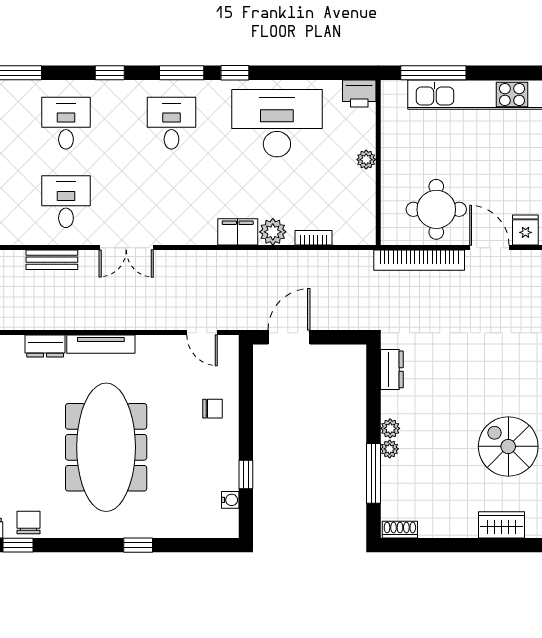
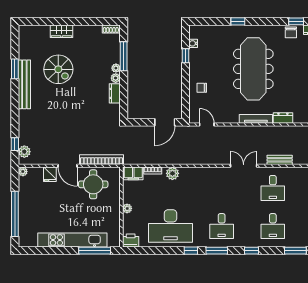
filing cabinet: (238, 232) -> (133, 173), moved
dresser: (392, 369) -> (115, 93), moved

